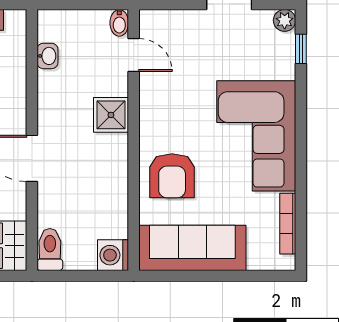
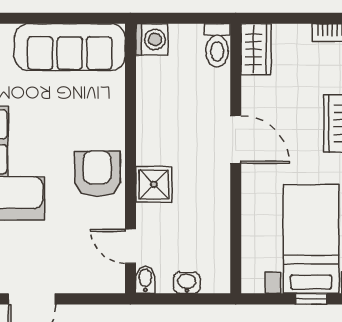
washbasin: (47, 56) -> (187, 283), moved, turned 90
armchair: (172, 176) -> (97, 174), moved

